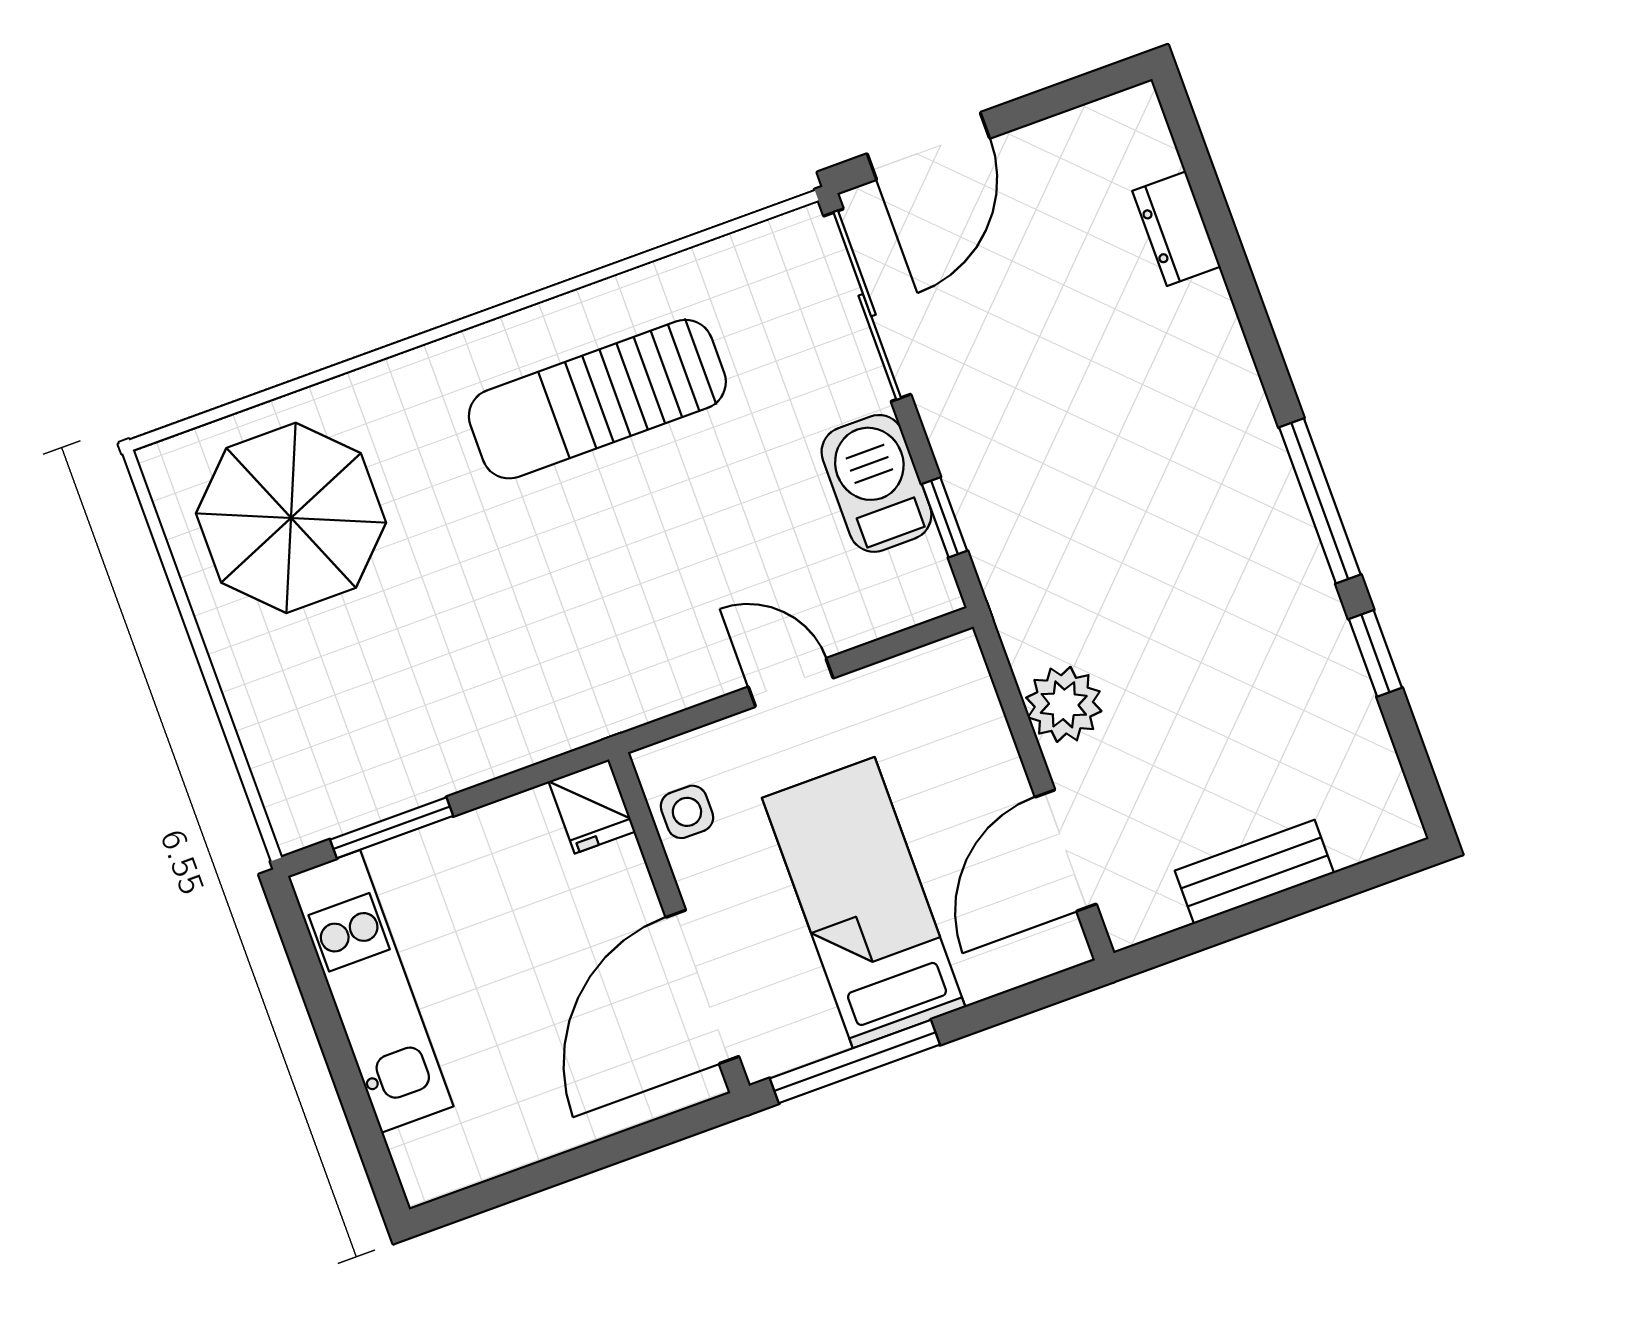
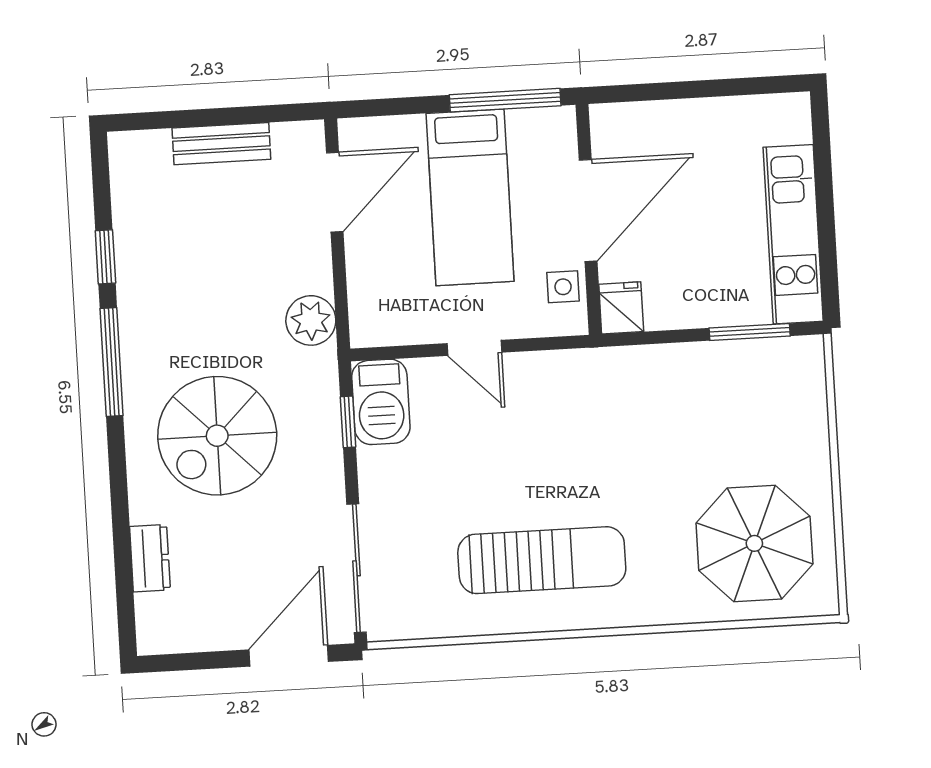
spiral stairs: (1131, 439) -> (217, 436), added
barbecue: (876, 483) -> (381, 402), moved
plant: (1064, 704) -> (311, 320), moved
door: (702, 987) -> (588, 211), moved

